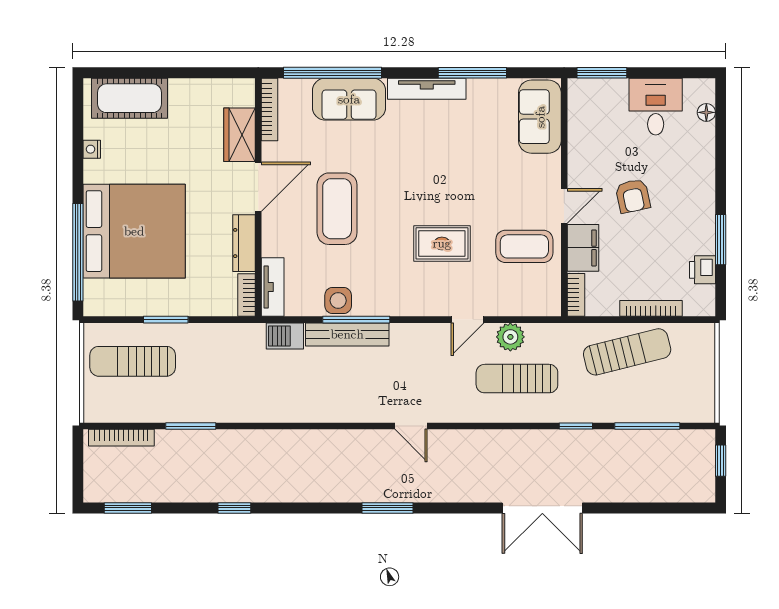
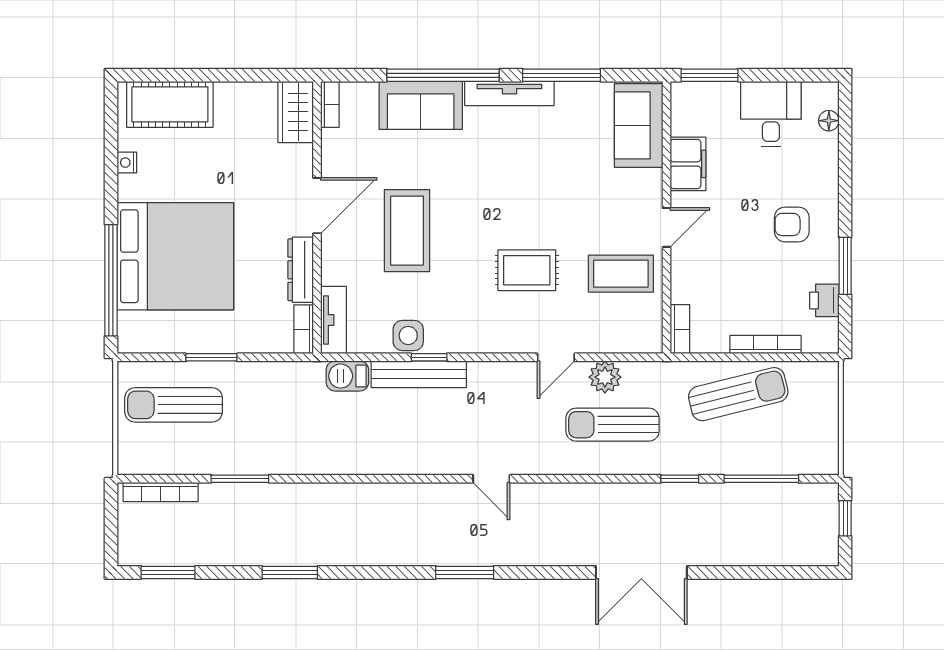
window: (333, 73) -> (443, 75), moved
bookcase: (269, 109) -> (330, 104), width x0.64
wardrobe: (240, 135) -> (296, 112), moved
armchair: (633, 196) -> (792, 224), moved, turned 102
filing cabinet: (583, 248) -> (688, 164), moved
window: (356, 320) -> (429, 357), width x0.46
window: (234, 508) -> (290, 572), width x1.50

